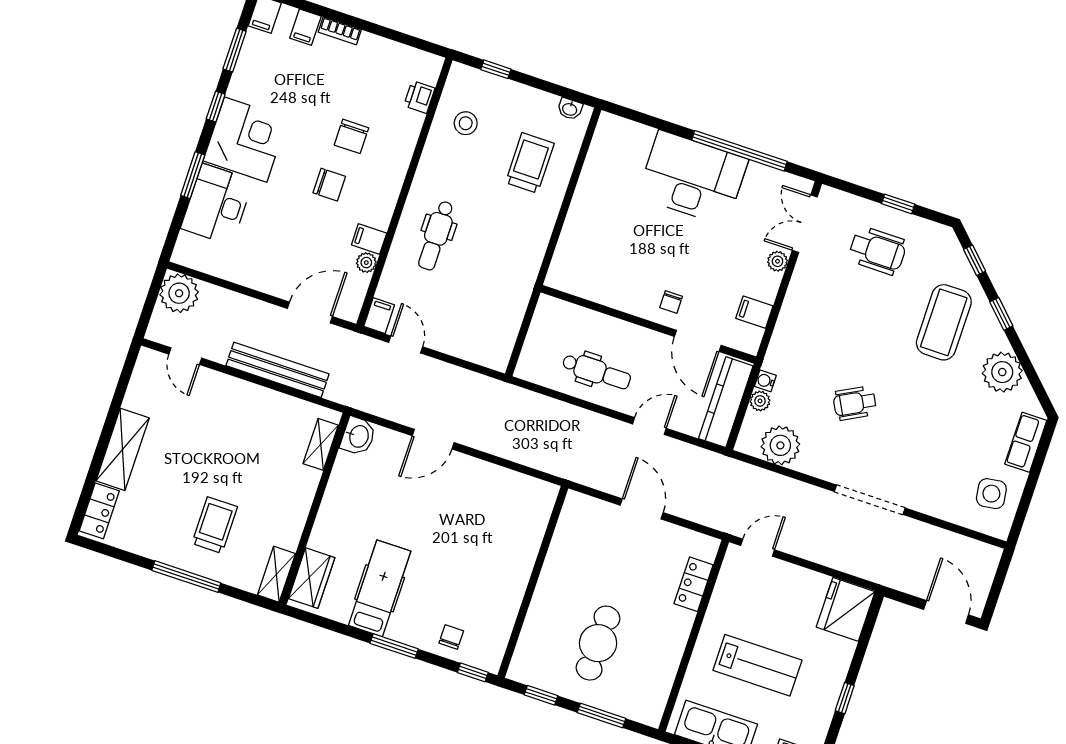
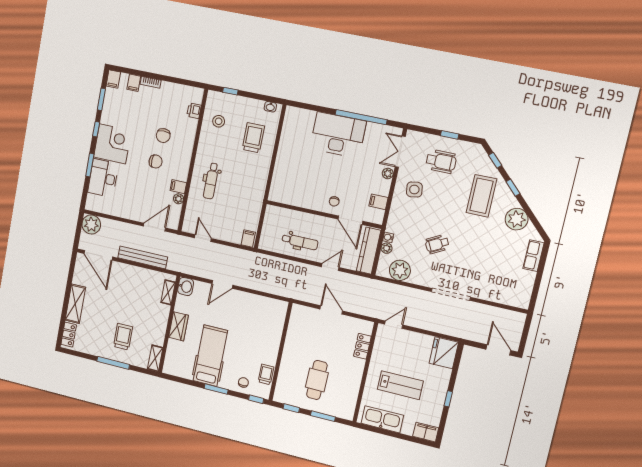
filing cabinet: (379, 316) -> (248, 238), moved
door: (185, 356) -> (98, 255), width x1.87
side table: (991, 494) -> (414, 190), moved
wardrobe: (312, 578) -> (178, 326), moved
hospital bed: (380, 588) -> (210, 356), width x1.37, depth x1.29
trolley: (498, 624) -> (266, 374), added

